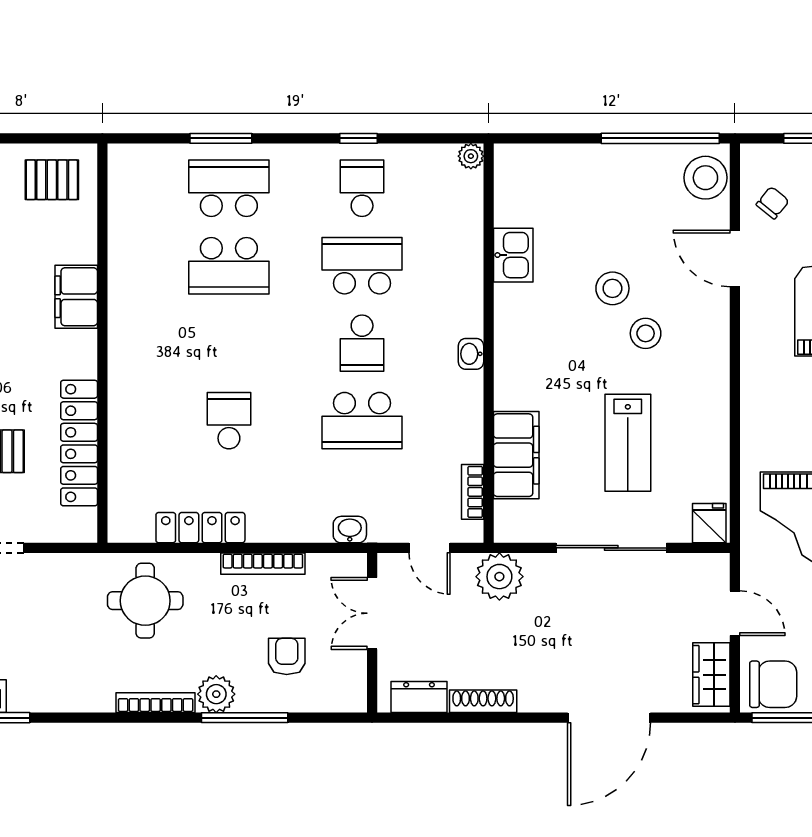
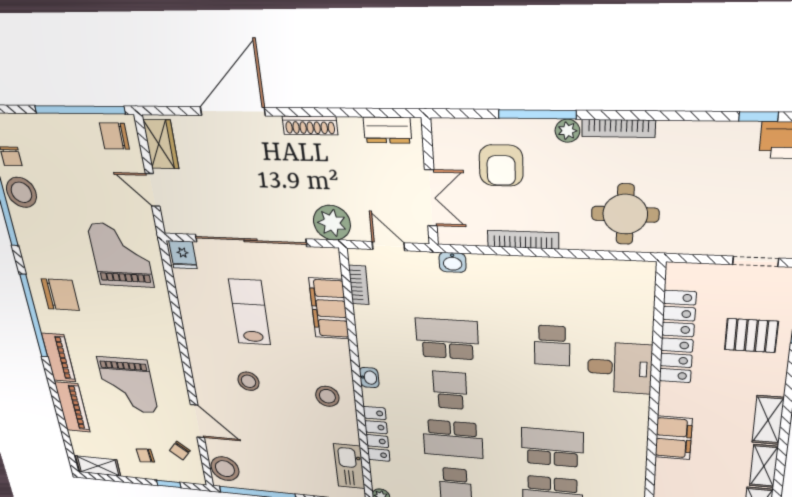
kitchen sink: (513, 255) -> (349, 466), moved, width x1.38
stool: (612, 288) -> (327, 396), moved
desk: (146, 395) -> (620, 368), added
locker: (200, 528) -> (377, 434), moved, turned -90
sliding door: (611, 548) -> (250, 240), width x1.36
armchair: (287, 656) -> (501, 165), width x1.38, depth x1.38
chair: (773, 684) -> (114, 136), width x0.73, depth x0.73
plant: (216, 694) -> (567, 131), width x0.73, depth x0.73
shoe rack: (483, 701) -> (310, 125), moved

